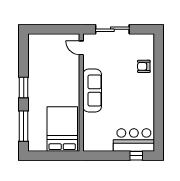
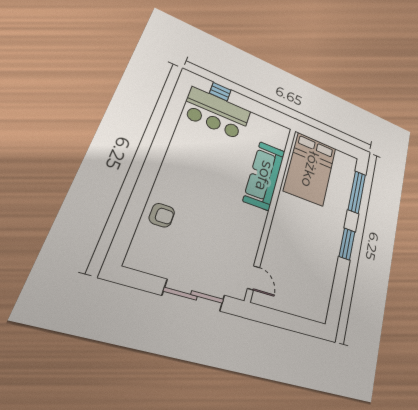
sofa: (92, 90) -> (264, 176), moved

